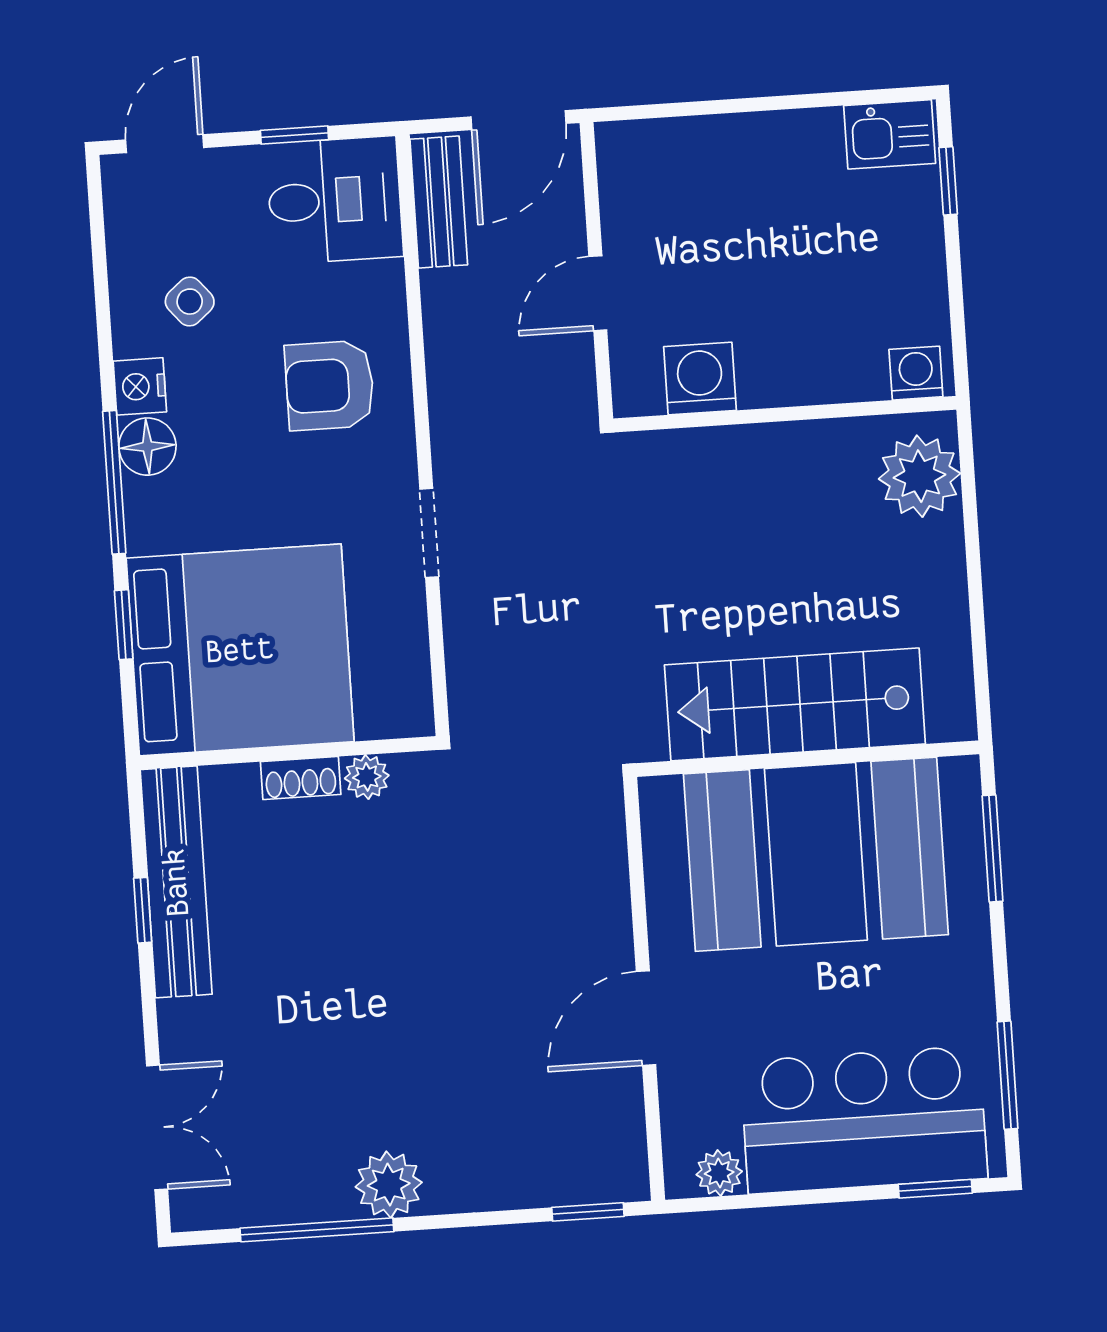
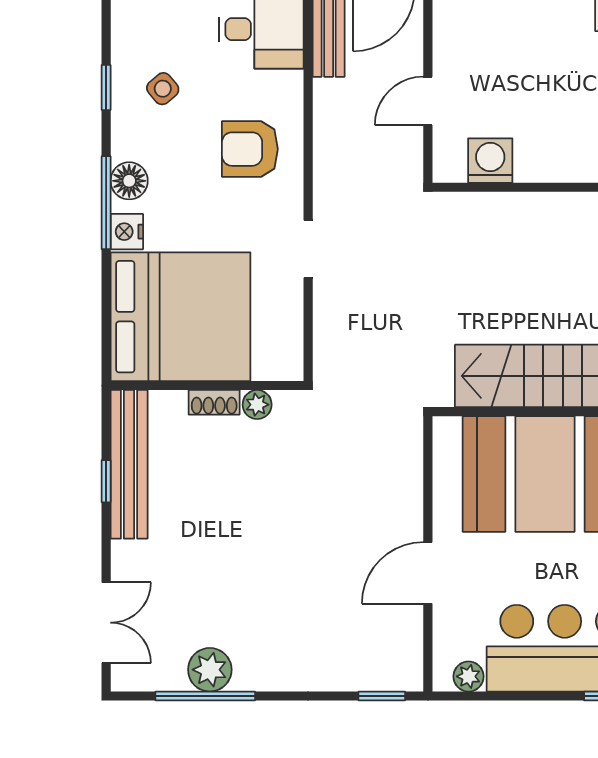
nightstand: (140, 386) -> (127, 232), moved
window: (124, 625) -> (106, 88), moved
plant: (389, 1185) -> (210, 670), moved

